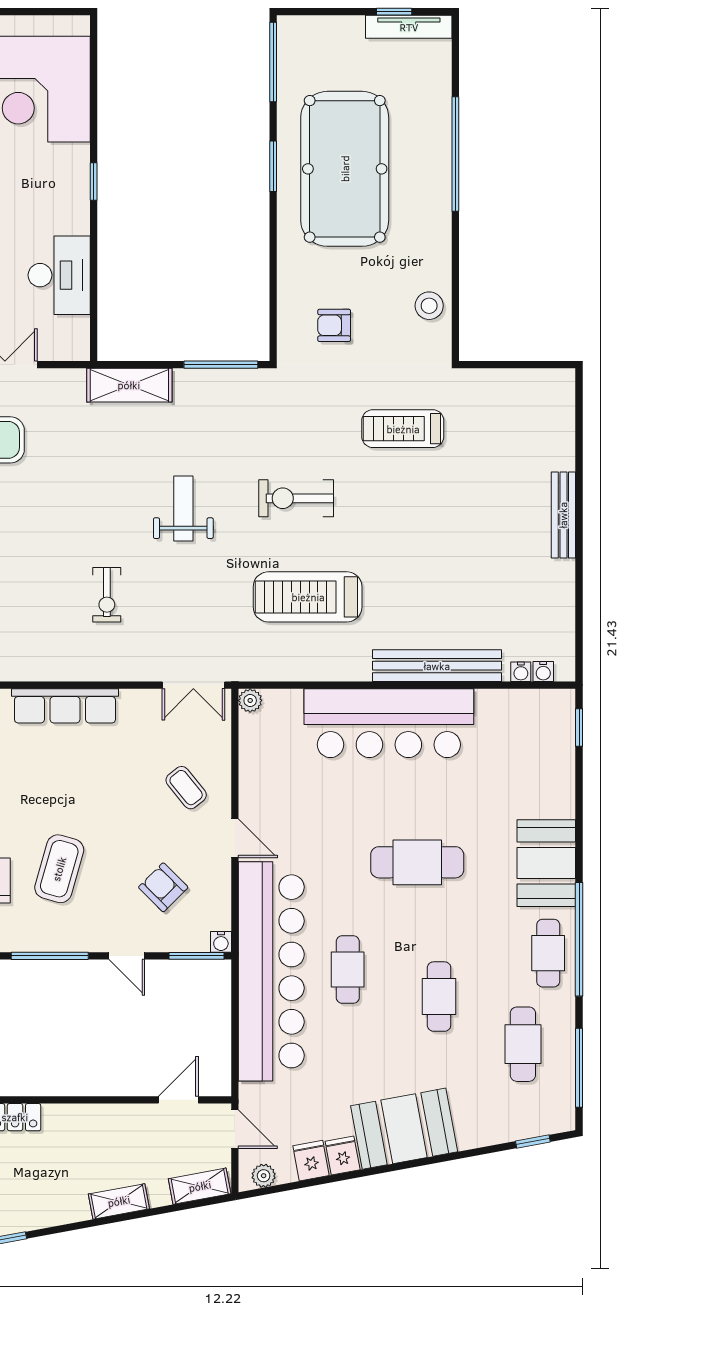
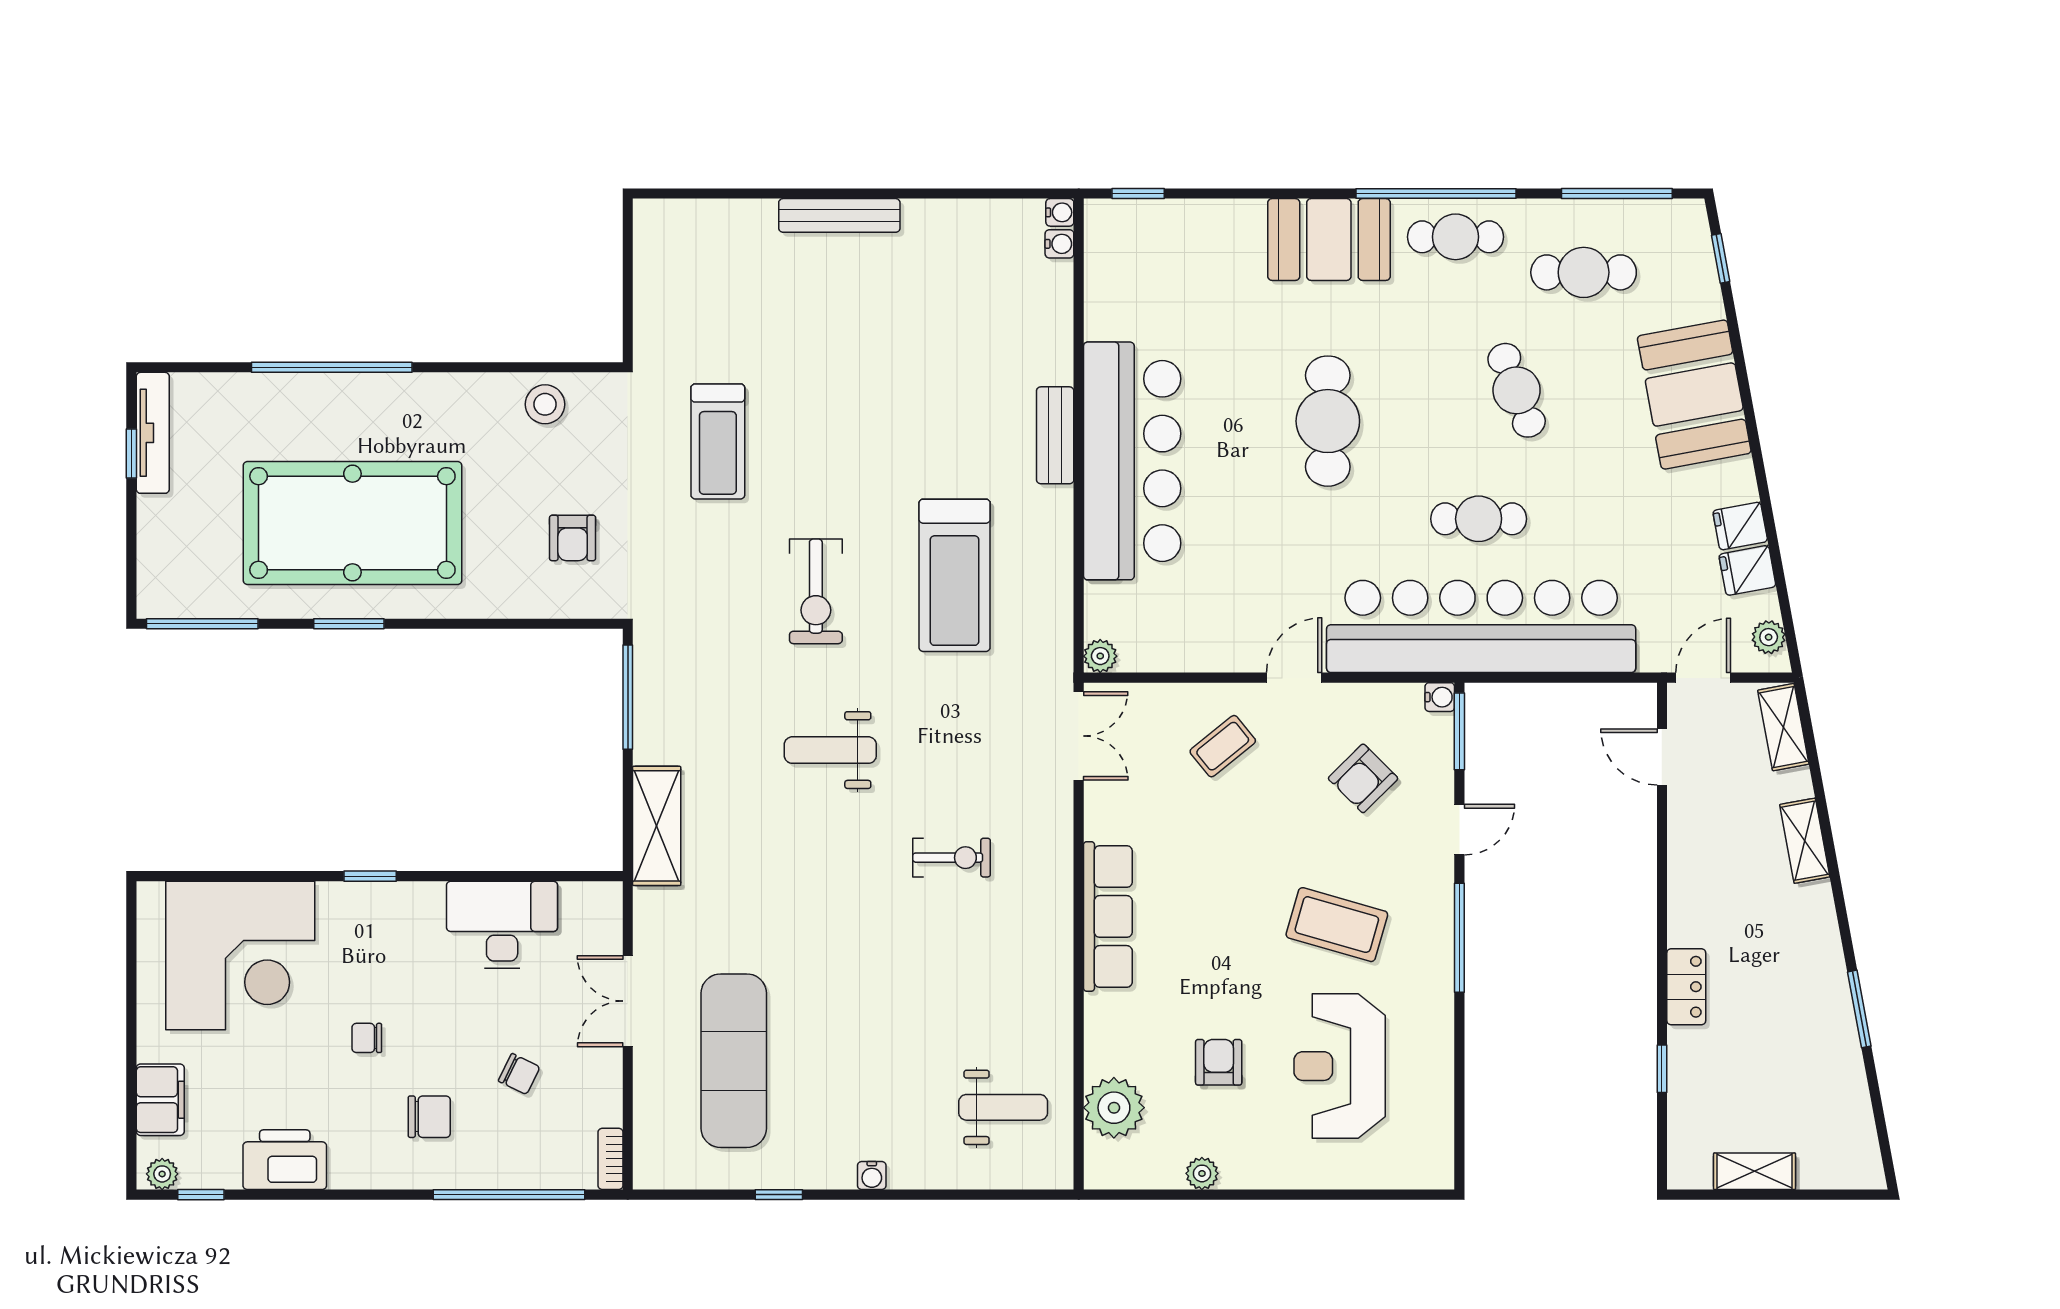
bench: (437, 666) -> (1055, 435), width x0.54, depth x0.82
water cooler: (521, 672) -> (1060, 212), moved
cafe table: (439, 997) -> (1517, 390), turned 69
booth: (404, 1129) -> (1694, 395), moved

